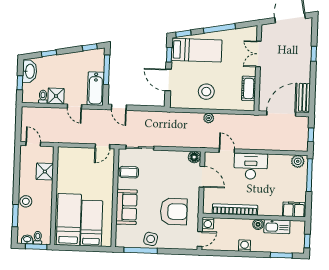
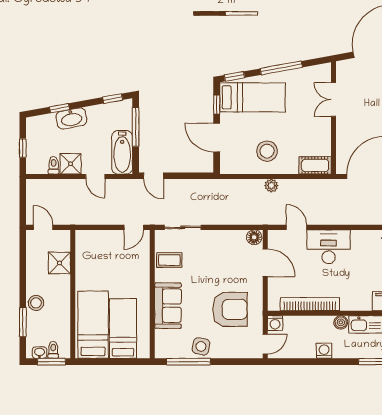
washbasin: (30, 71) -> (71, 118), moved, turned 80
cot: (249, 88) -> (315, 165), moved, turned 90

